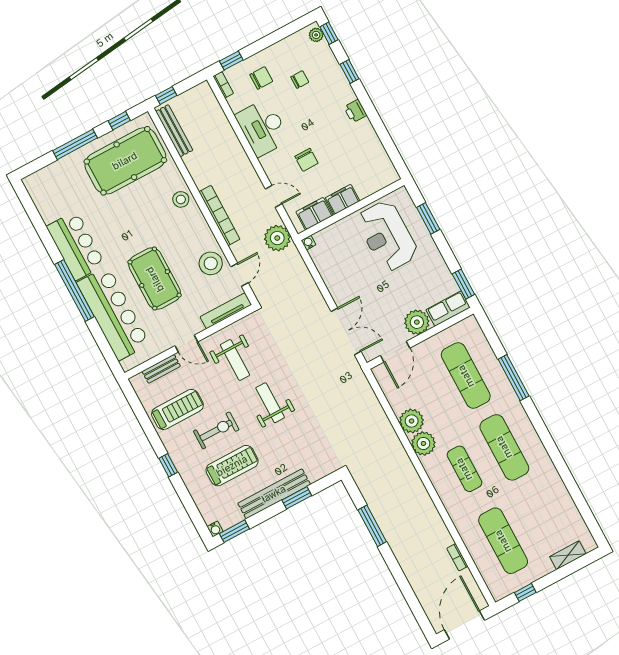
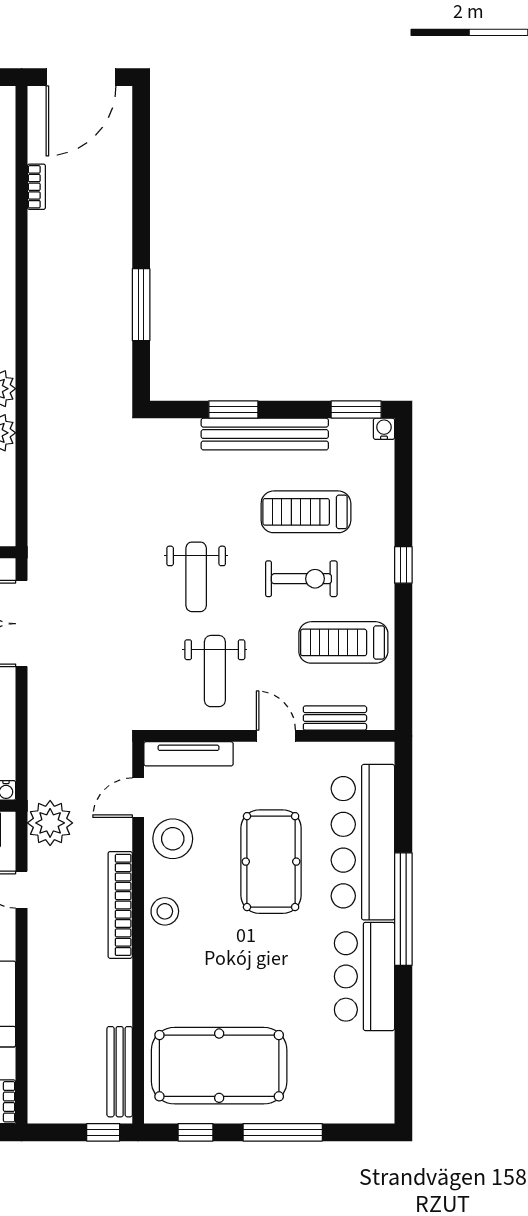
stool: (181, 199) -> (165, 911), moved
weight bench: (235, 360) -> (215, 671), turned 180
exercise bike: (216, 430) -> (301, 579), turned 180

